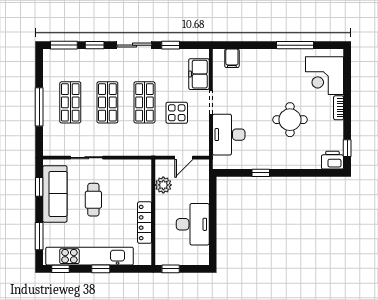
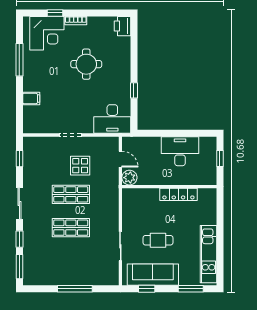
window: (171, 45) -> (19, 159), moved
filing cabinet: (232, 58) -> (31, 98), moved
freezer: (199, 74) -> (45, 146), removed
shop shelf: (70, 102) -> (71, 261), removed
desk: (229, 135) -> (112, 119), moved
window: (347, 148) -> (55, 13), moved
plant: (163, 185) -> (129, 178), moved
kitchen unit: (90, 256) -> (209, 254), width x0.73
window: (61, 269) -> (220, 270), removed
window: (101, 269) -> (220, 234), removed
window: (171, 269) -> (220, 159), moved

